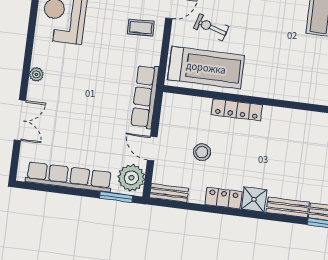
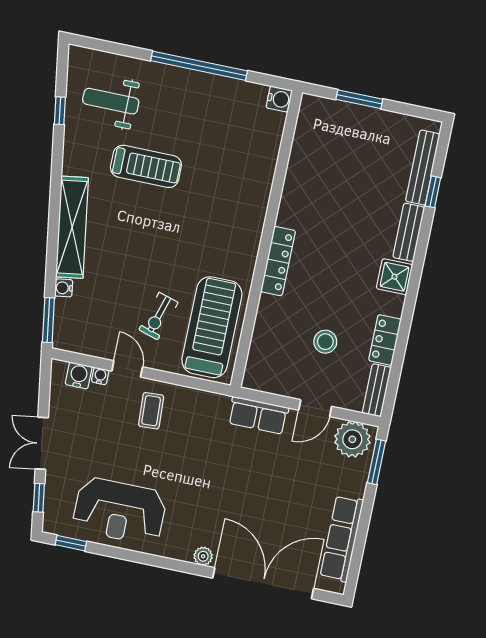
row of seats: (145, 97) -> (258, 415), width x0.68
locker: (237, 110) -> (278, 261), moved
double door: (20, 120) -> (263, 583), width x1.87
row of seats: (69, 177) -> (342, 538), width x0.73
locker: (223, 198) -> (385, 340), moved

